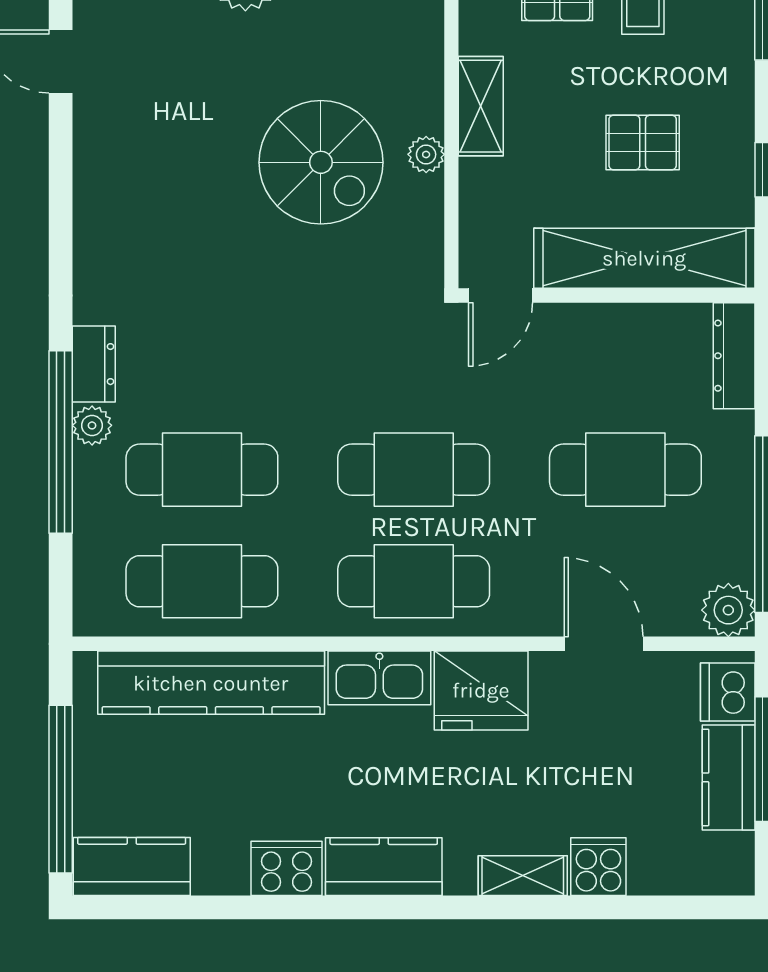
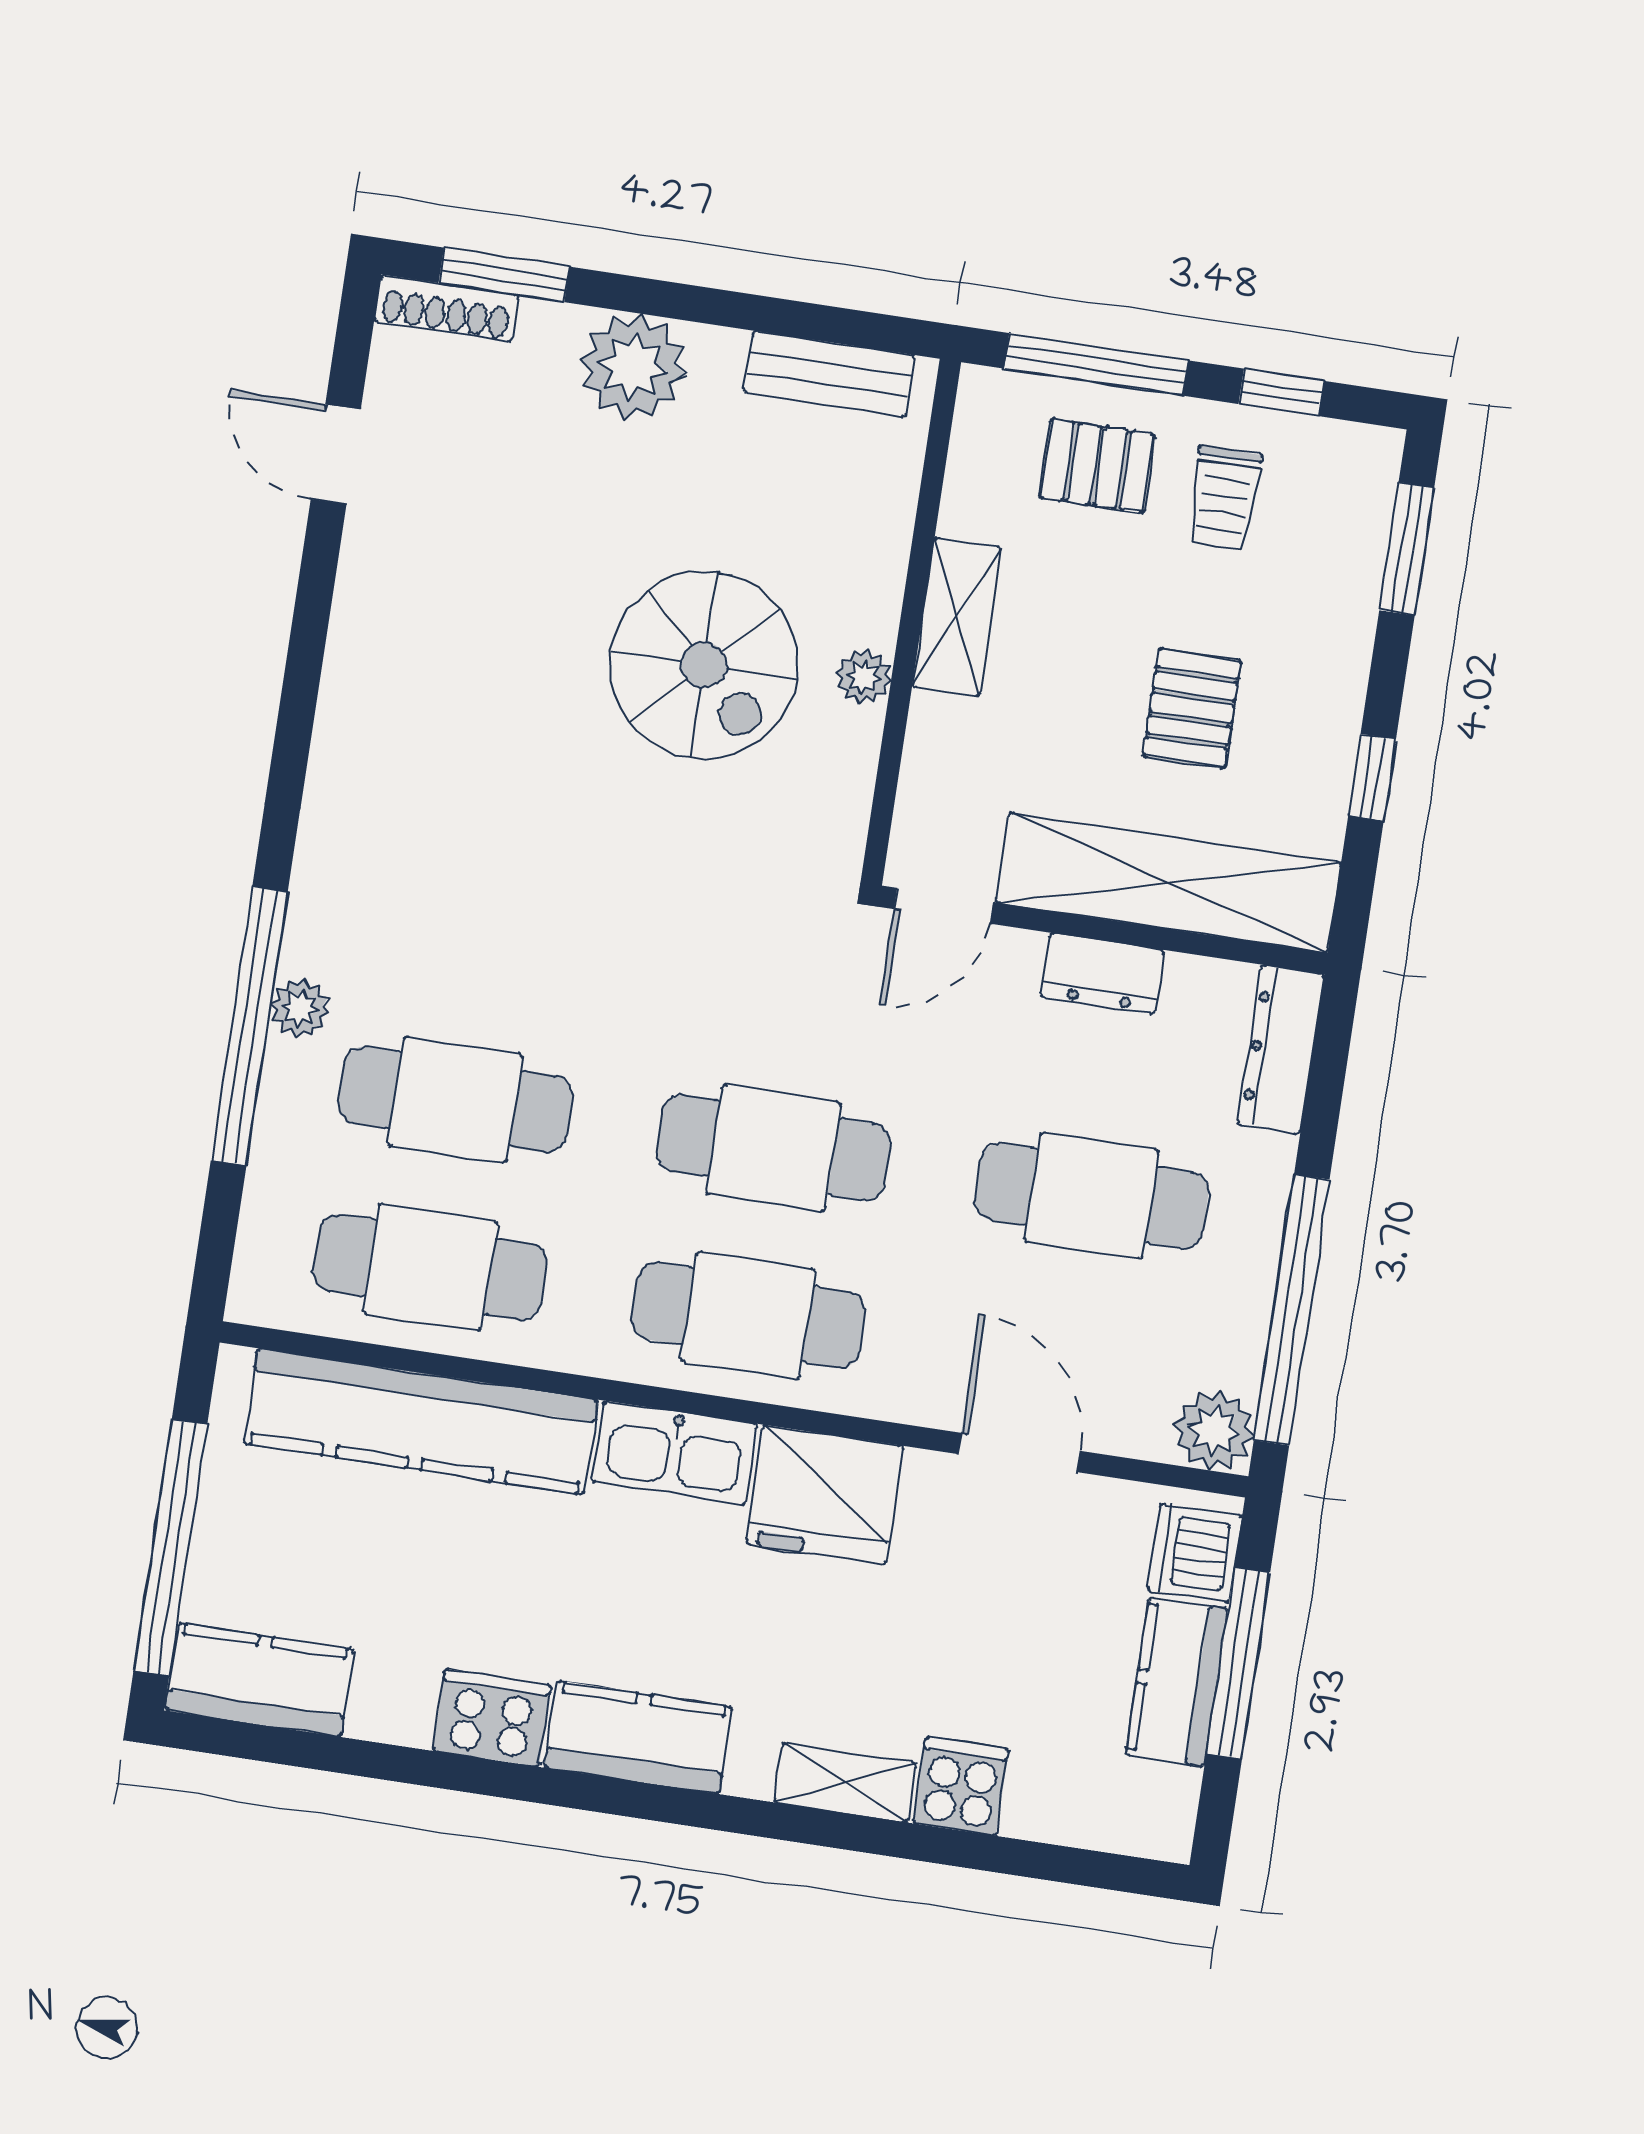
pallet: (643, 142) -> (1192, 708), turned 90
dresser: (94, 364) -> (1103, 973), moved, turned 90

